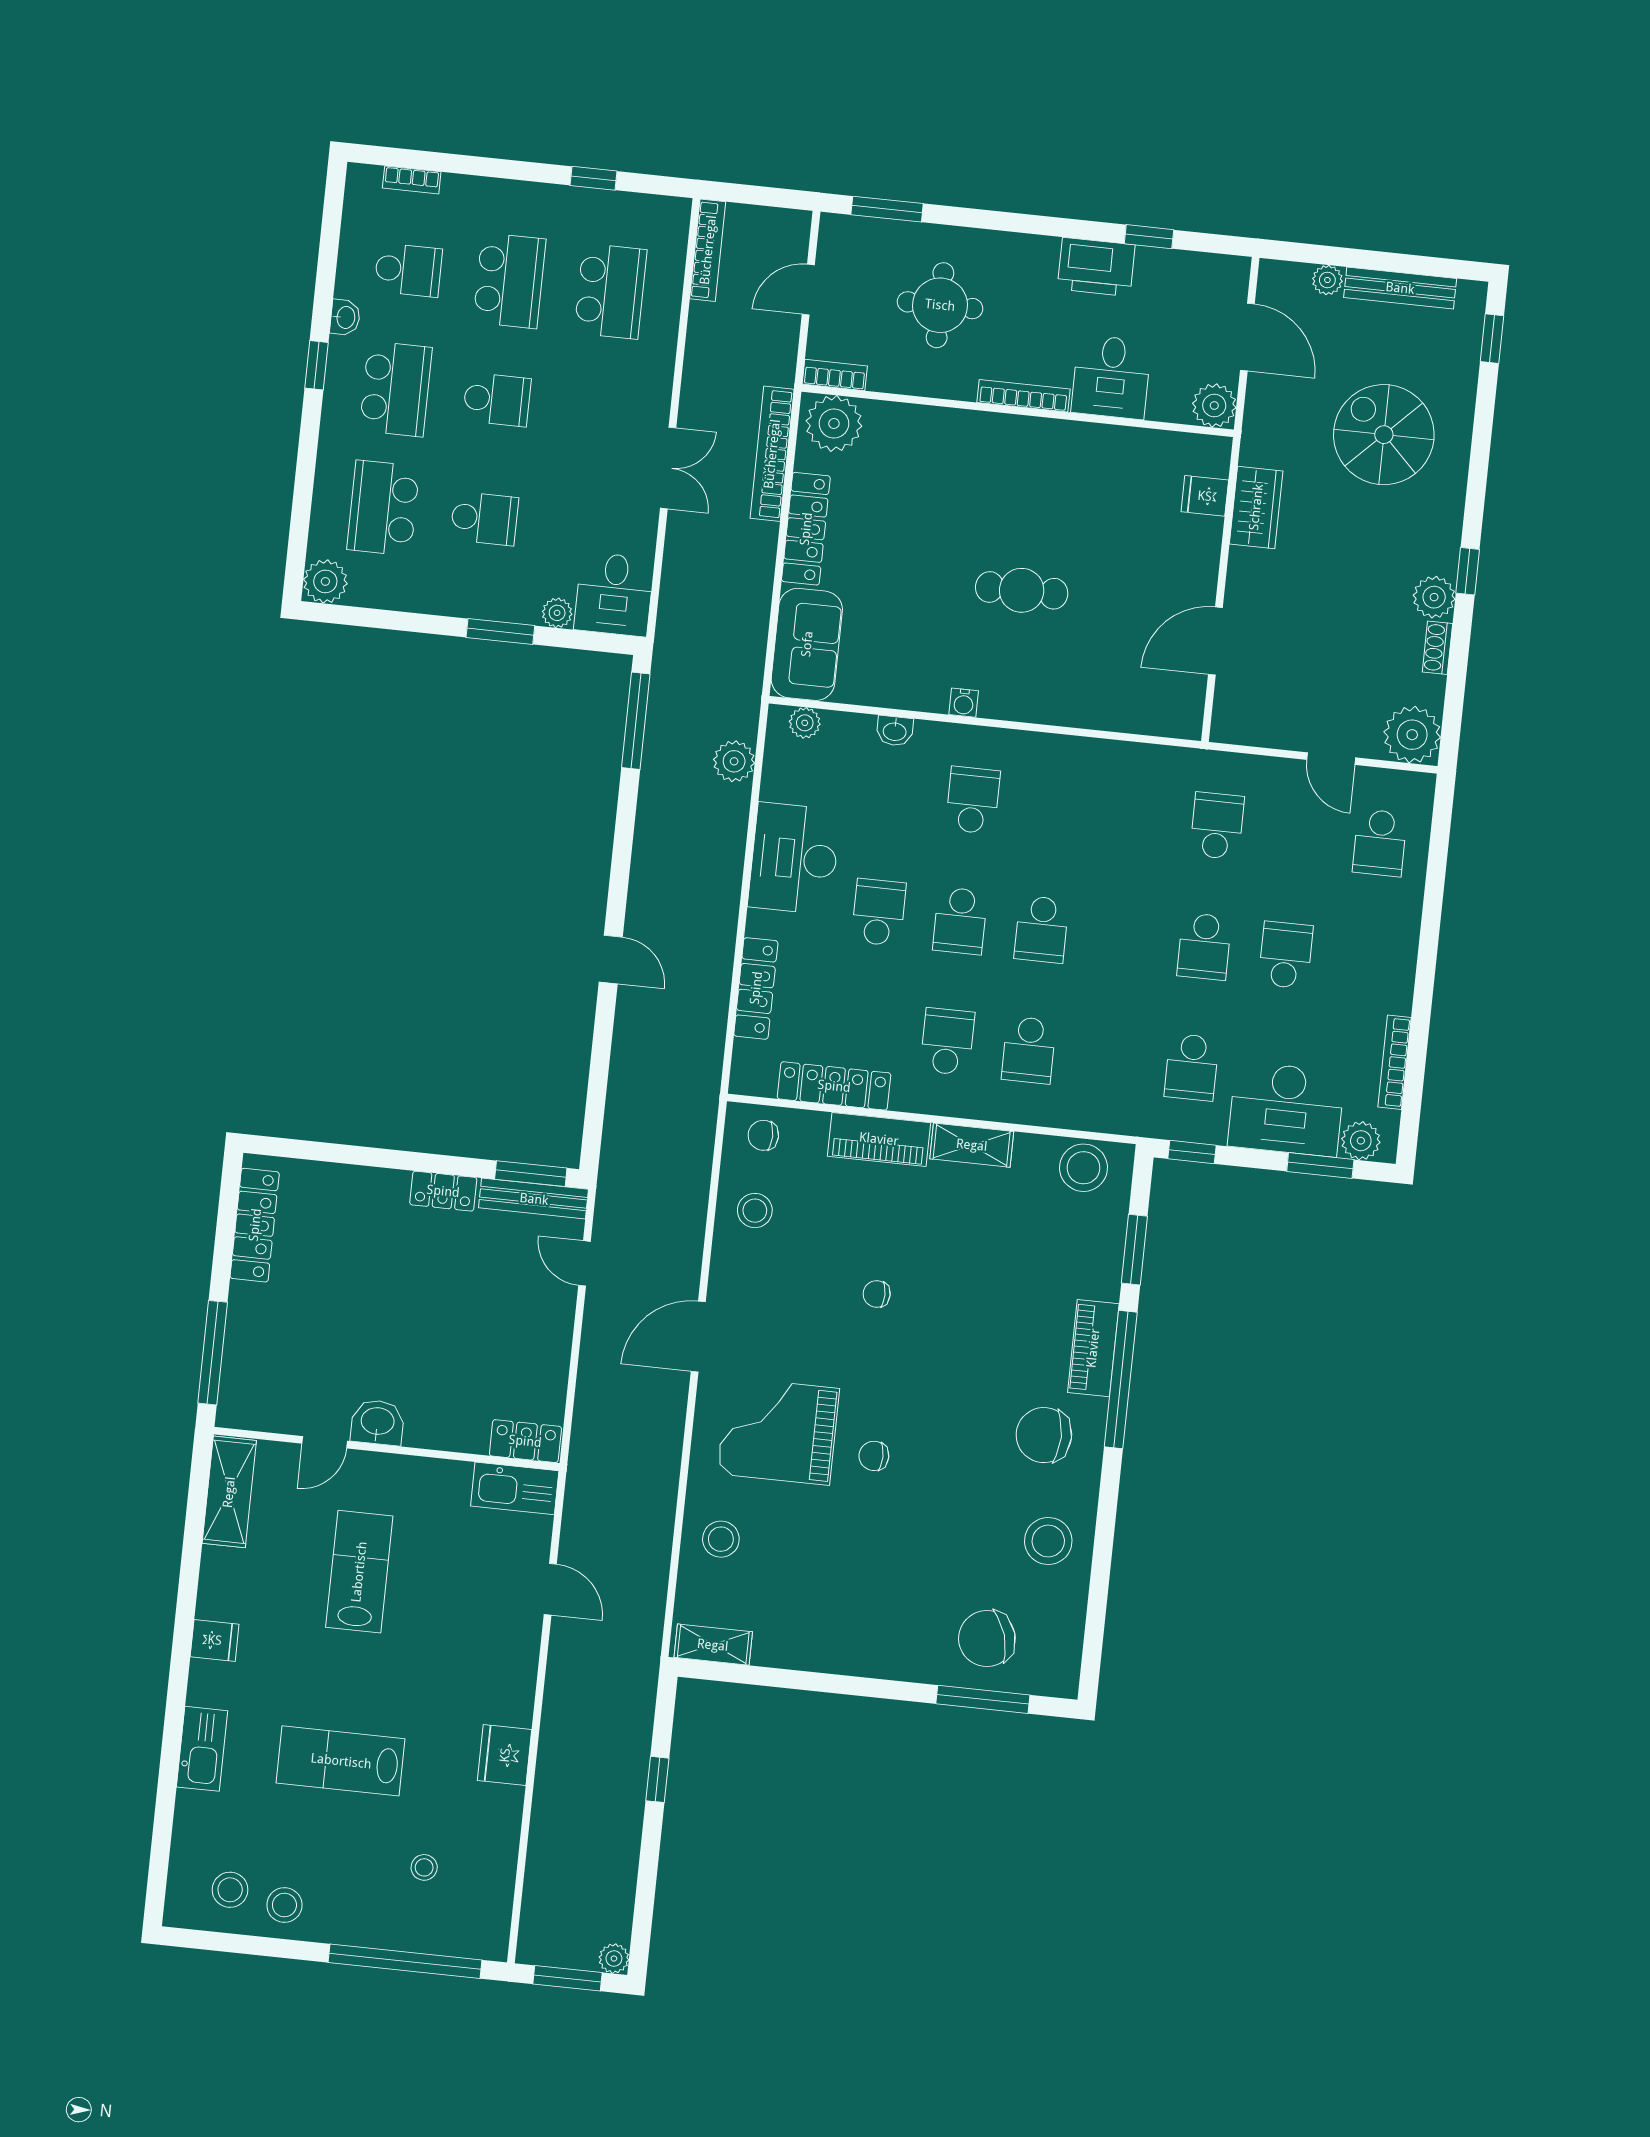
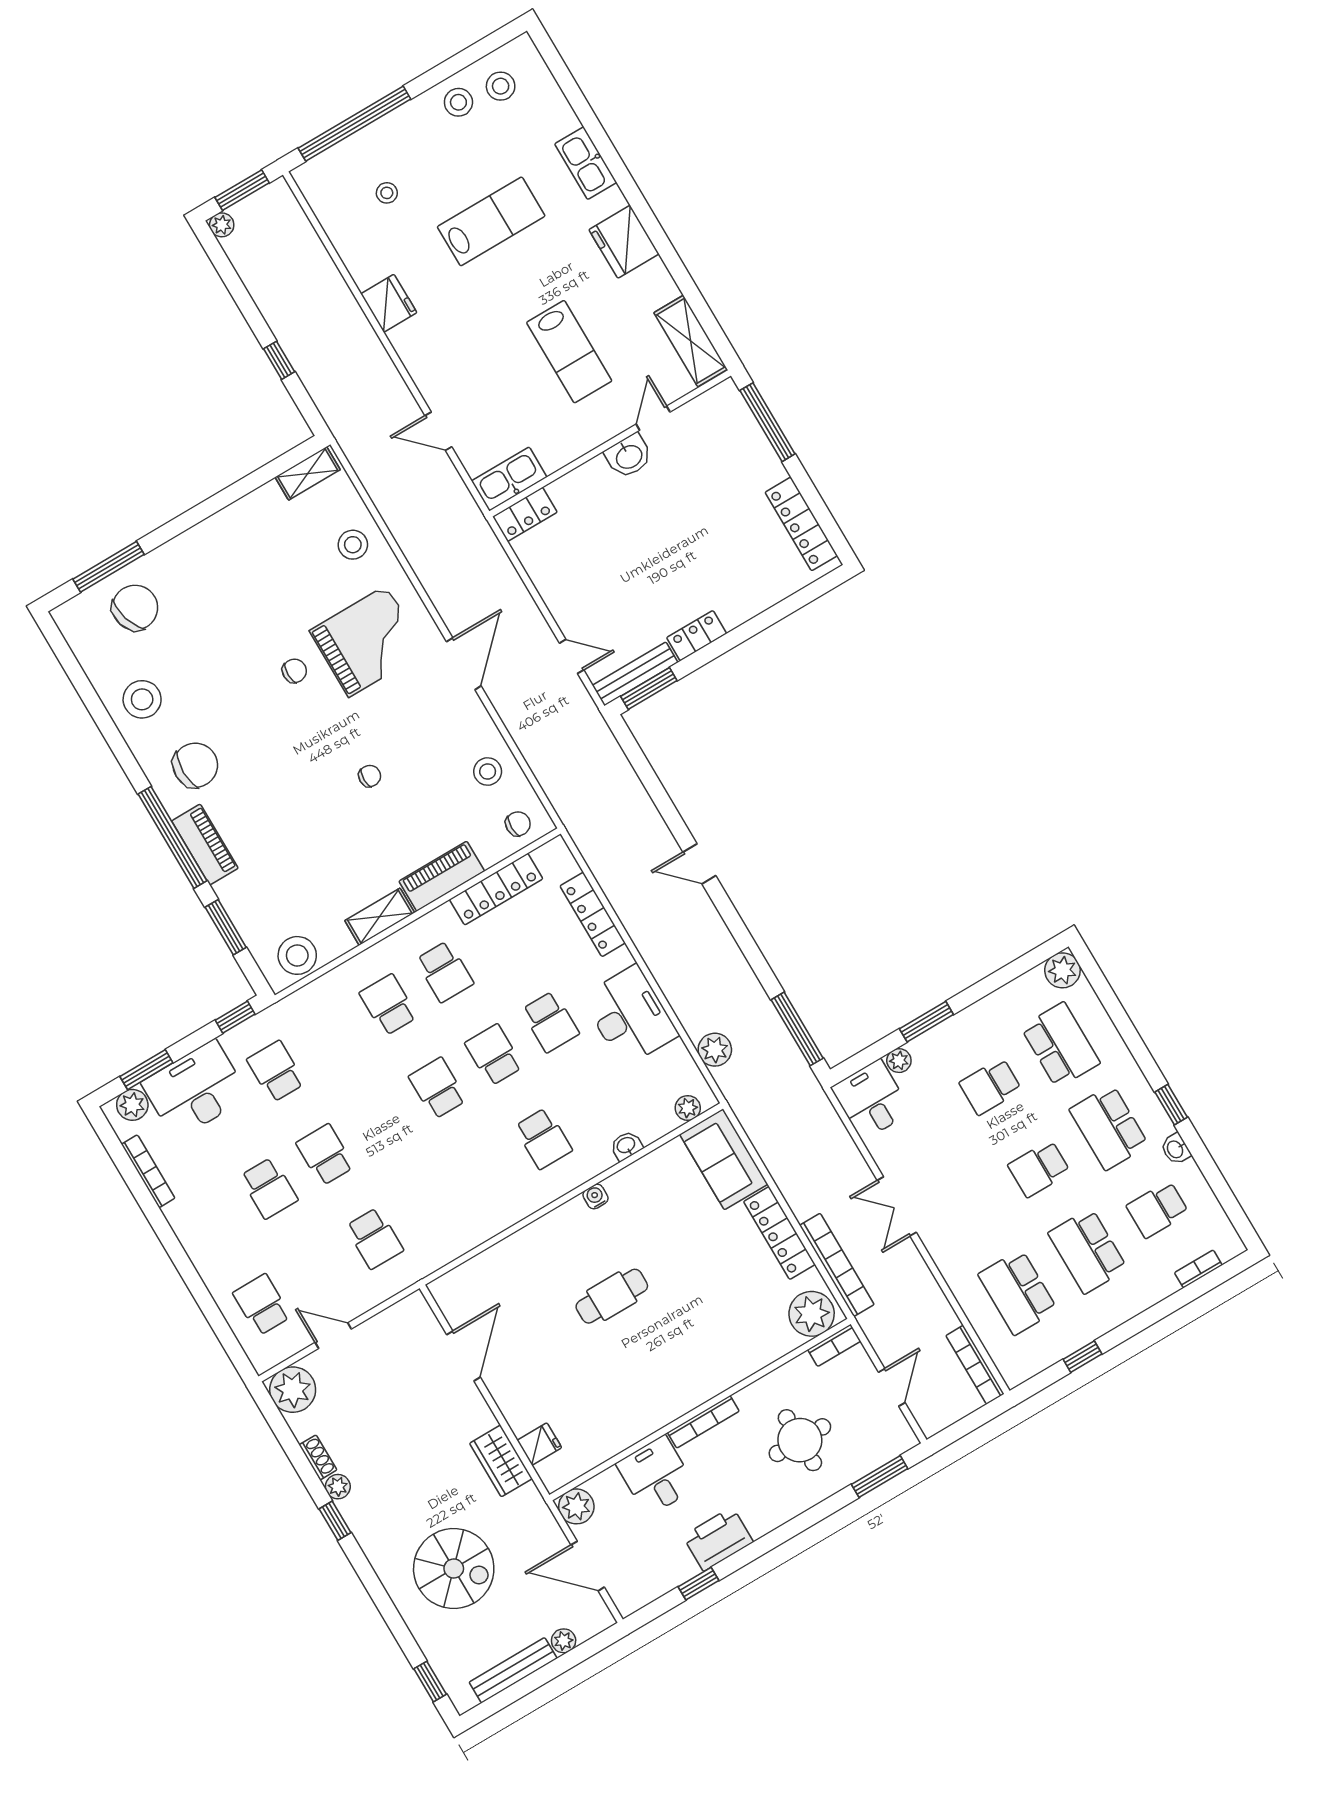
plant: (1434, 597) -> (338, 1487), width x0.73, depth x0.73
fridge: (215, 1640) -> (624, 242), width x1.88, depth x1.34

